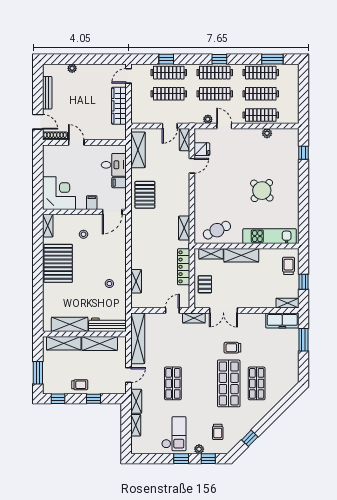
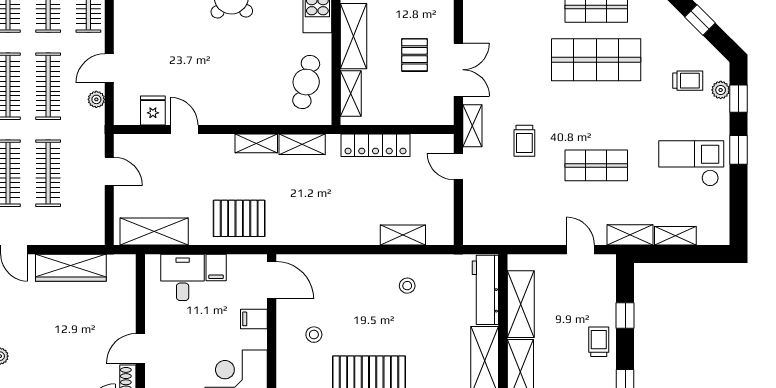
shelving: (184, 140) -> (256, 143), moved
cafe table: (217, 230) -> (306, 82), turned 38
pallet: (205, 284) -> (414, 55), moved, turned 90
shelving: (138, 338) -> (511, 232), removed
trolley: (232, 348) -> (524, 141), moved
plant: (199, 449) -> (721, 90), moved

